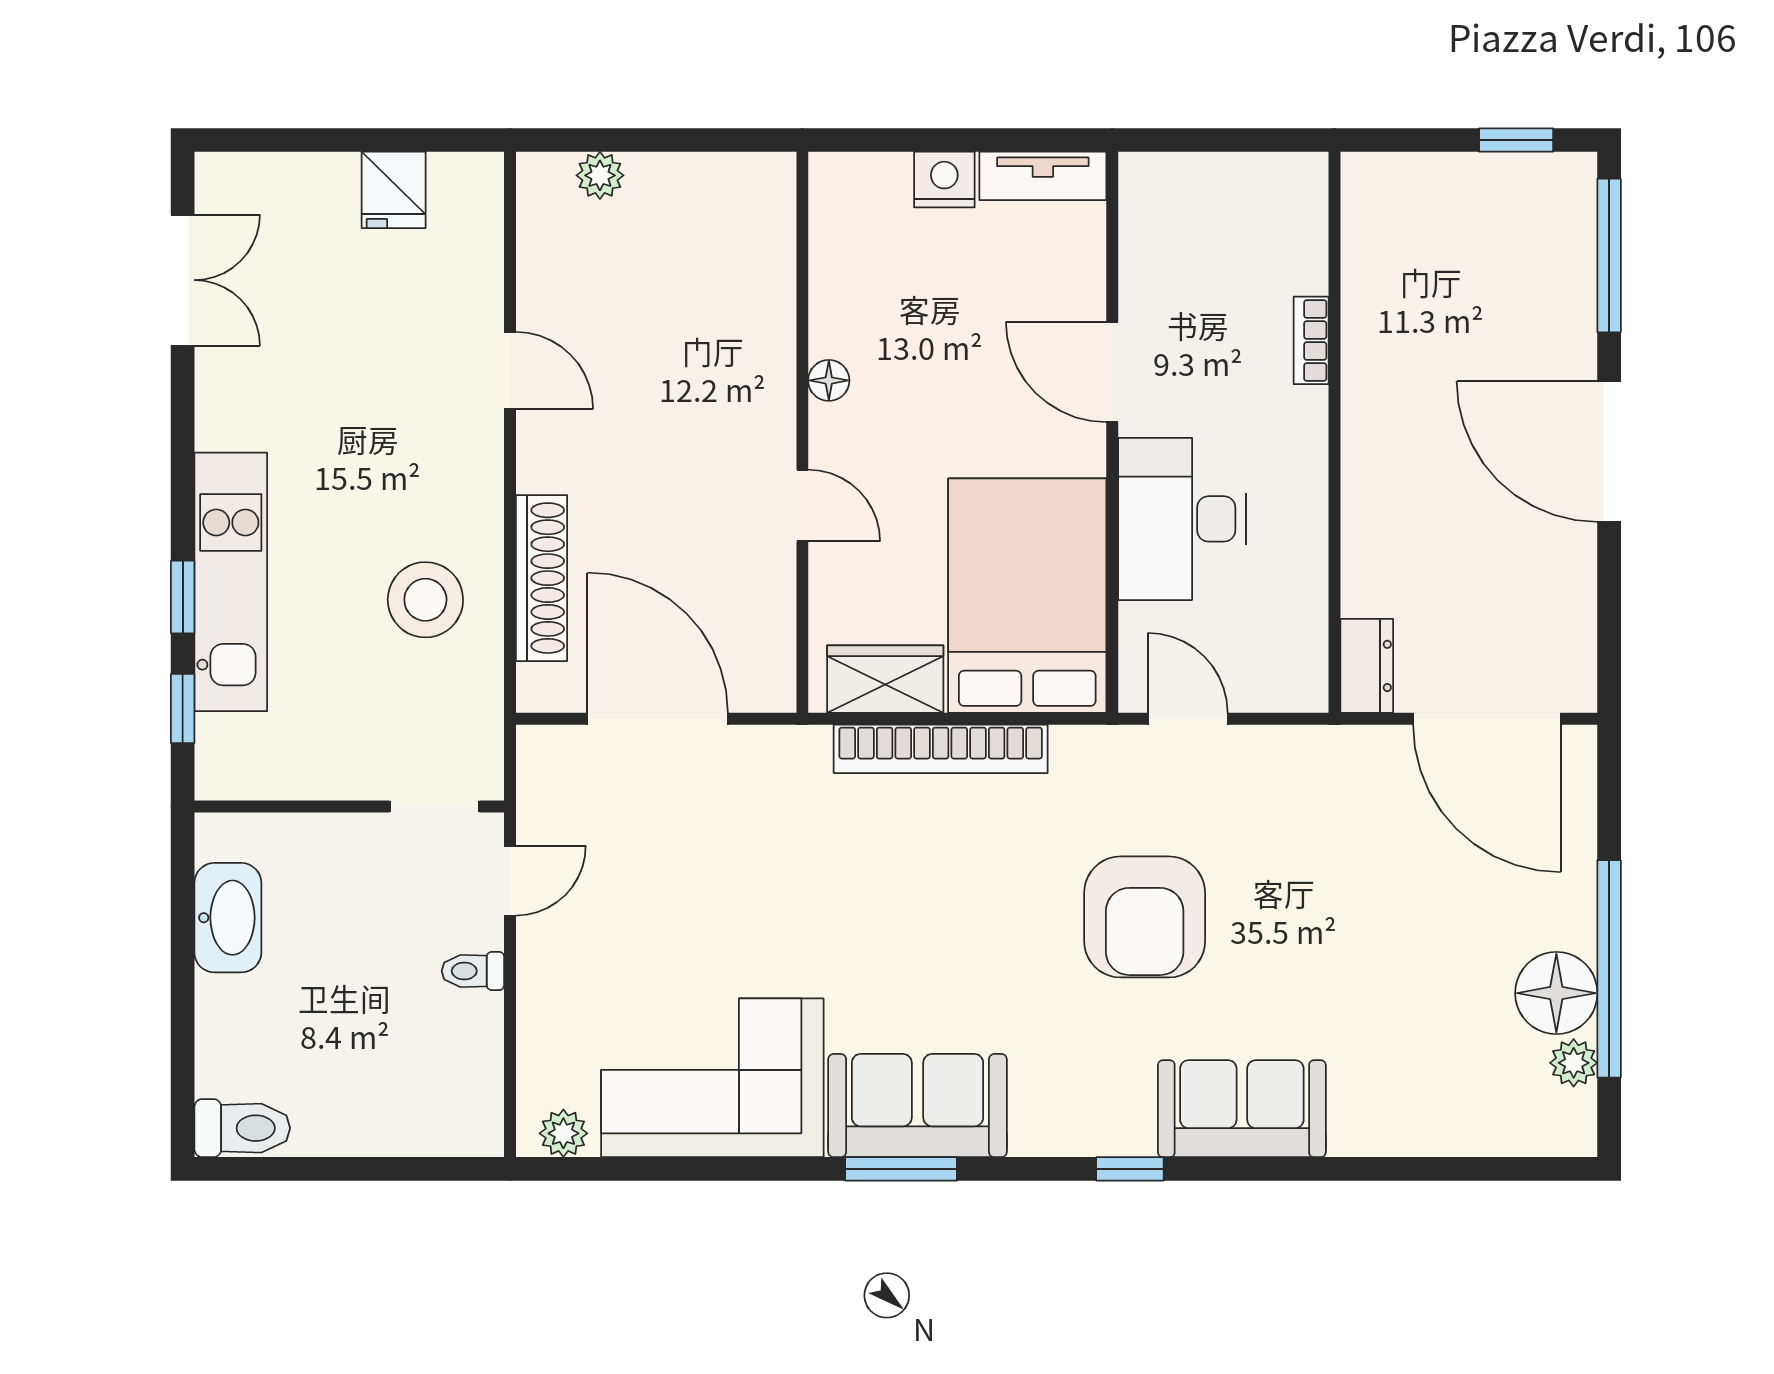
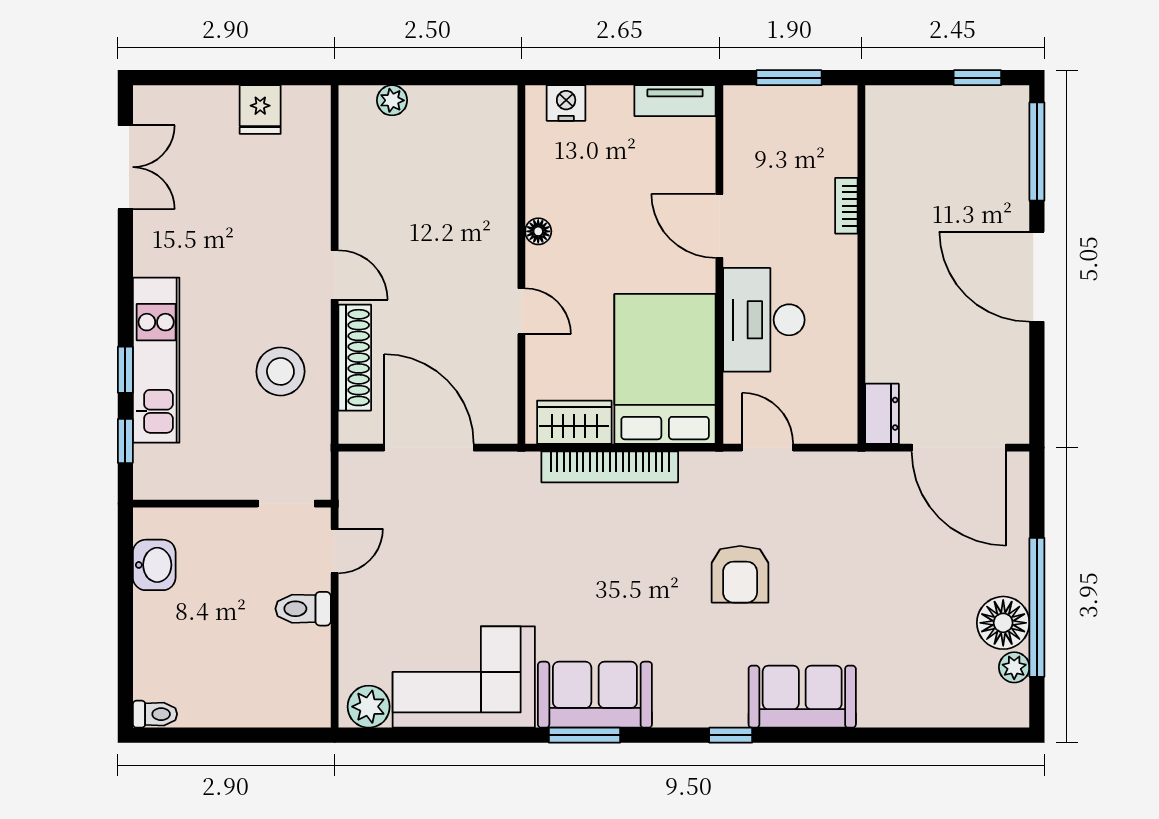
window: (1221, 140) -> (789, 78), added
nightstand: (944, 180) -> (566, 103), moved
door: (510, 370) -> (335, 275), moved
armchair: (1145, 917) -> (740, 574), width x0.73, depth x0.73
washbasin: (228, 918) -> (154, 565), width x0.72
toilet: (473, 971) -> (303, 609), width x1.37, depth x1.39
toilet: (242, 1128) -> (155, 714), width x0.73, depth x0.72
plant: (563, 1133) -> (369, 707), width x1.38, depth x1.38

